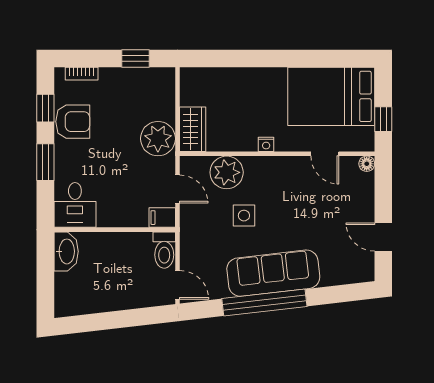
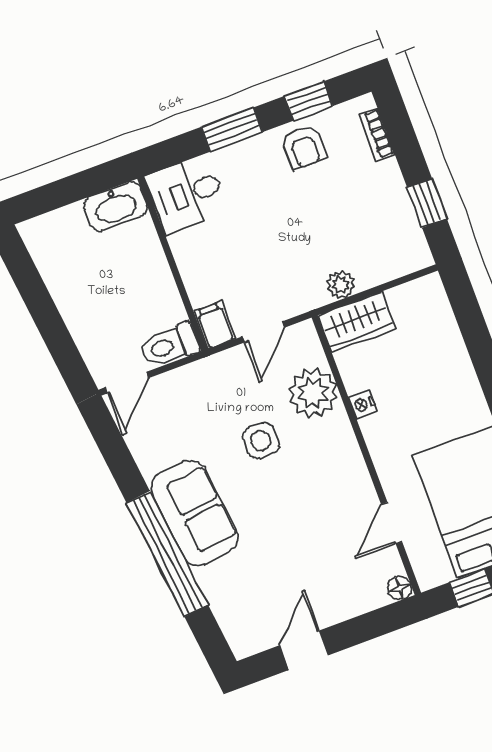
armchair: (73, 122) -> (304, 147), width x0.72, depth x0.72
plant: (158, 139) -> (341, 285), width x0.53, depth x0.53
nightstand: (266, 144) -> (363, 404), moved
sofa: (273, 273) -> (194, 513), width x0.73
window: (264, 302) -> (167, 554), moved

